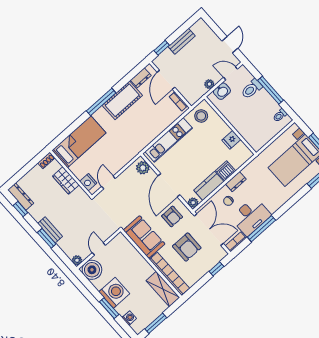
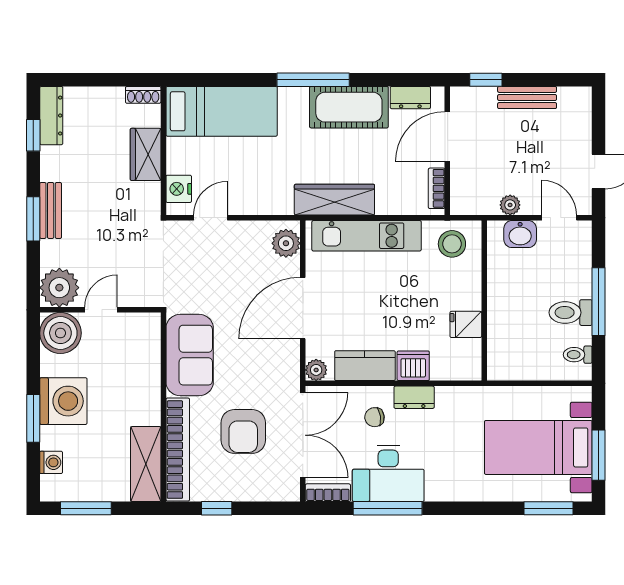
toilet: (252, 89) -> (571, 313), moved
wardrobe: (146, 137) -> (334, 200), added
armchair: (172, 216) -> (263, 362), removed
plant: (77, 260) -> (59, 288), width x1.88, depth x1.88
window: (216, 269) -> (217, 508), moved

